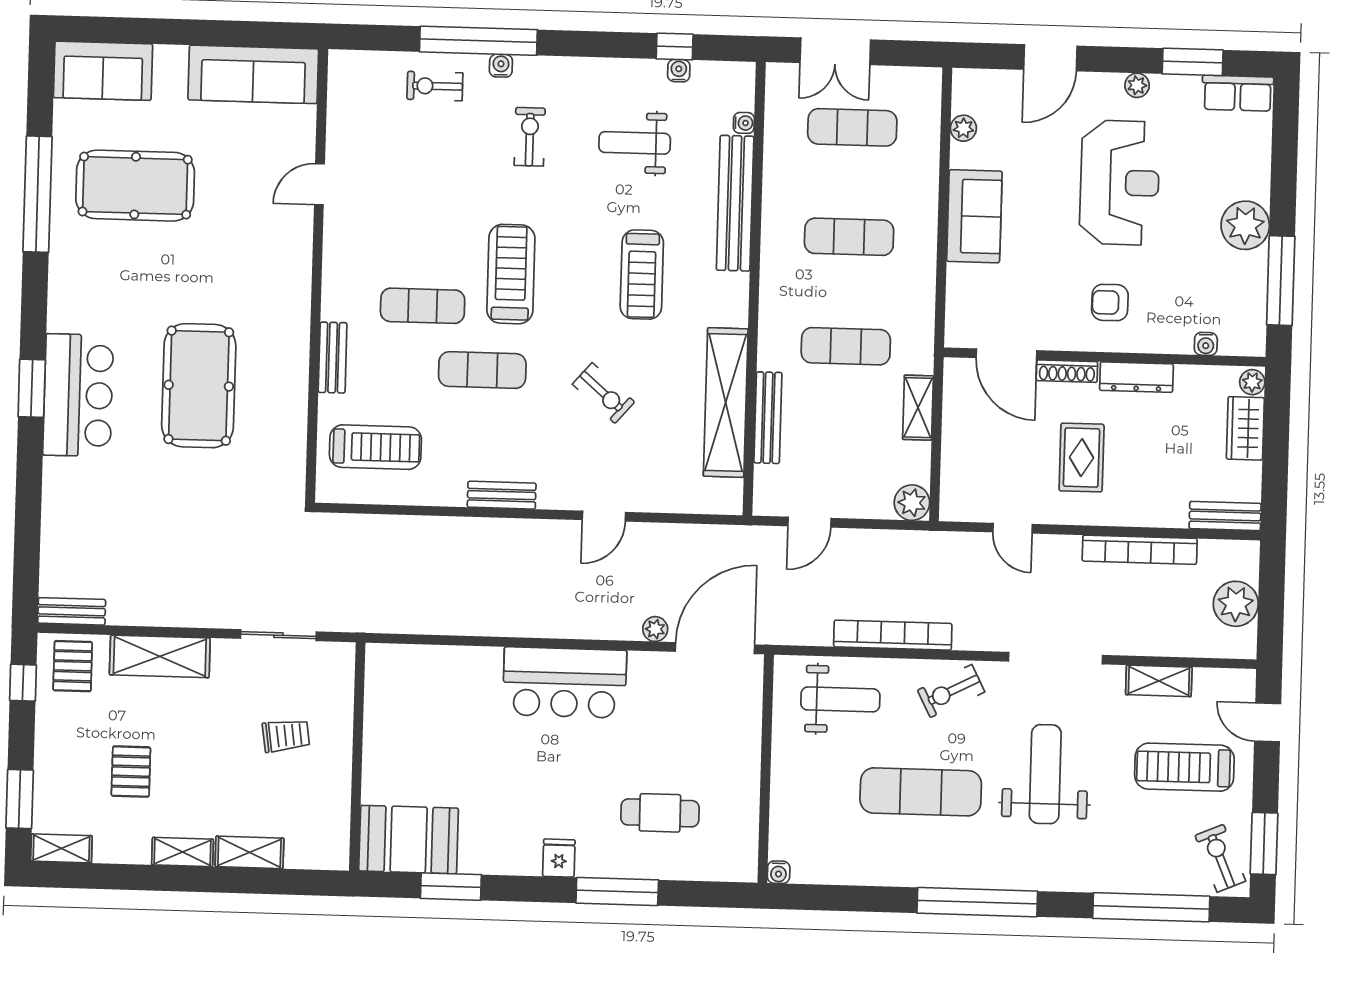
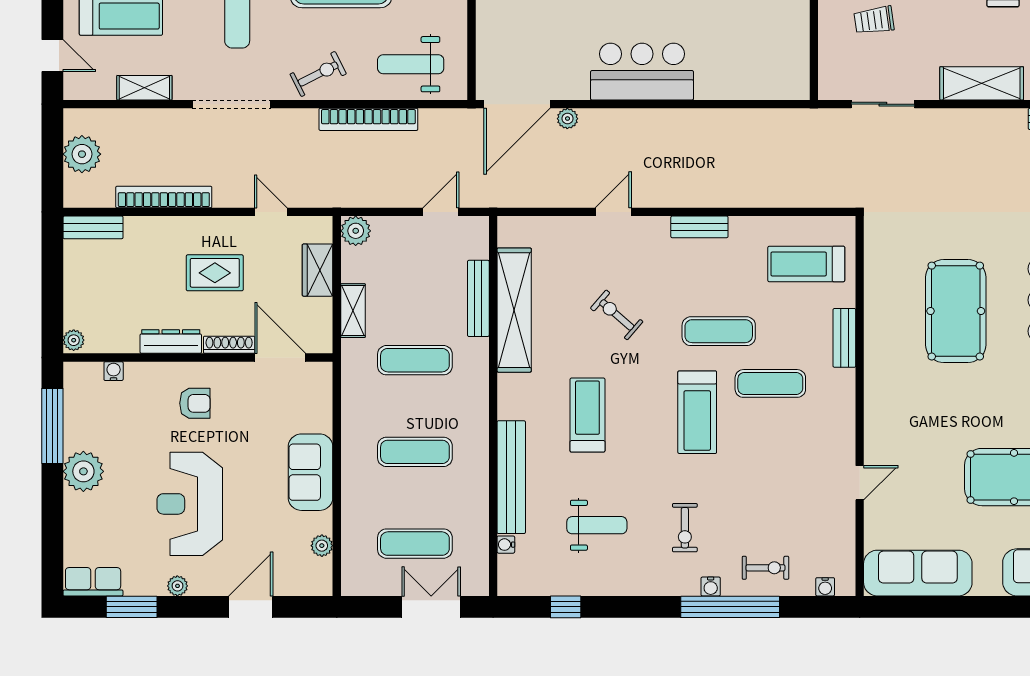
water cooler: (679, 71) -> (825, 587), moved
wardrobe: (1245, 428) -> (318, 270), moved, turned 180
rug: (1082, 458) -> (215, 273), turned 90

